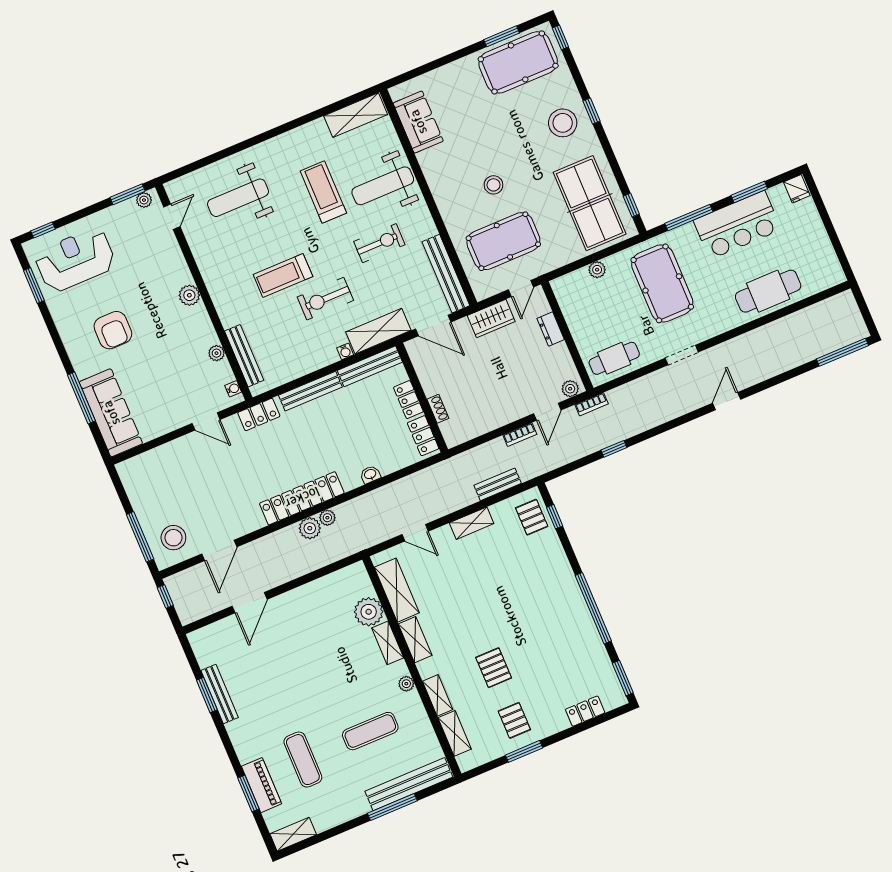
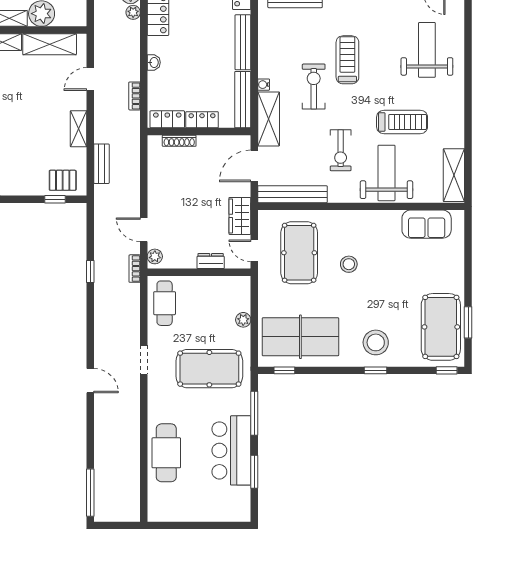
fridge: (797, 189) -> (240, 512), removed
shoe rack: (438, 409) -> (179, 141), width x1.43
bookcase: (520, 435) -> (135, 96), moved

